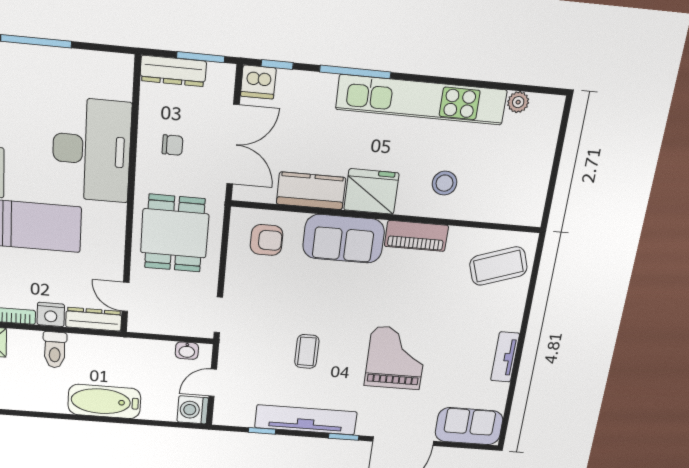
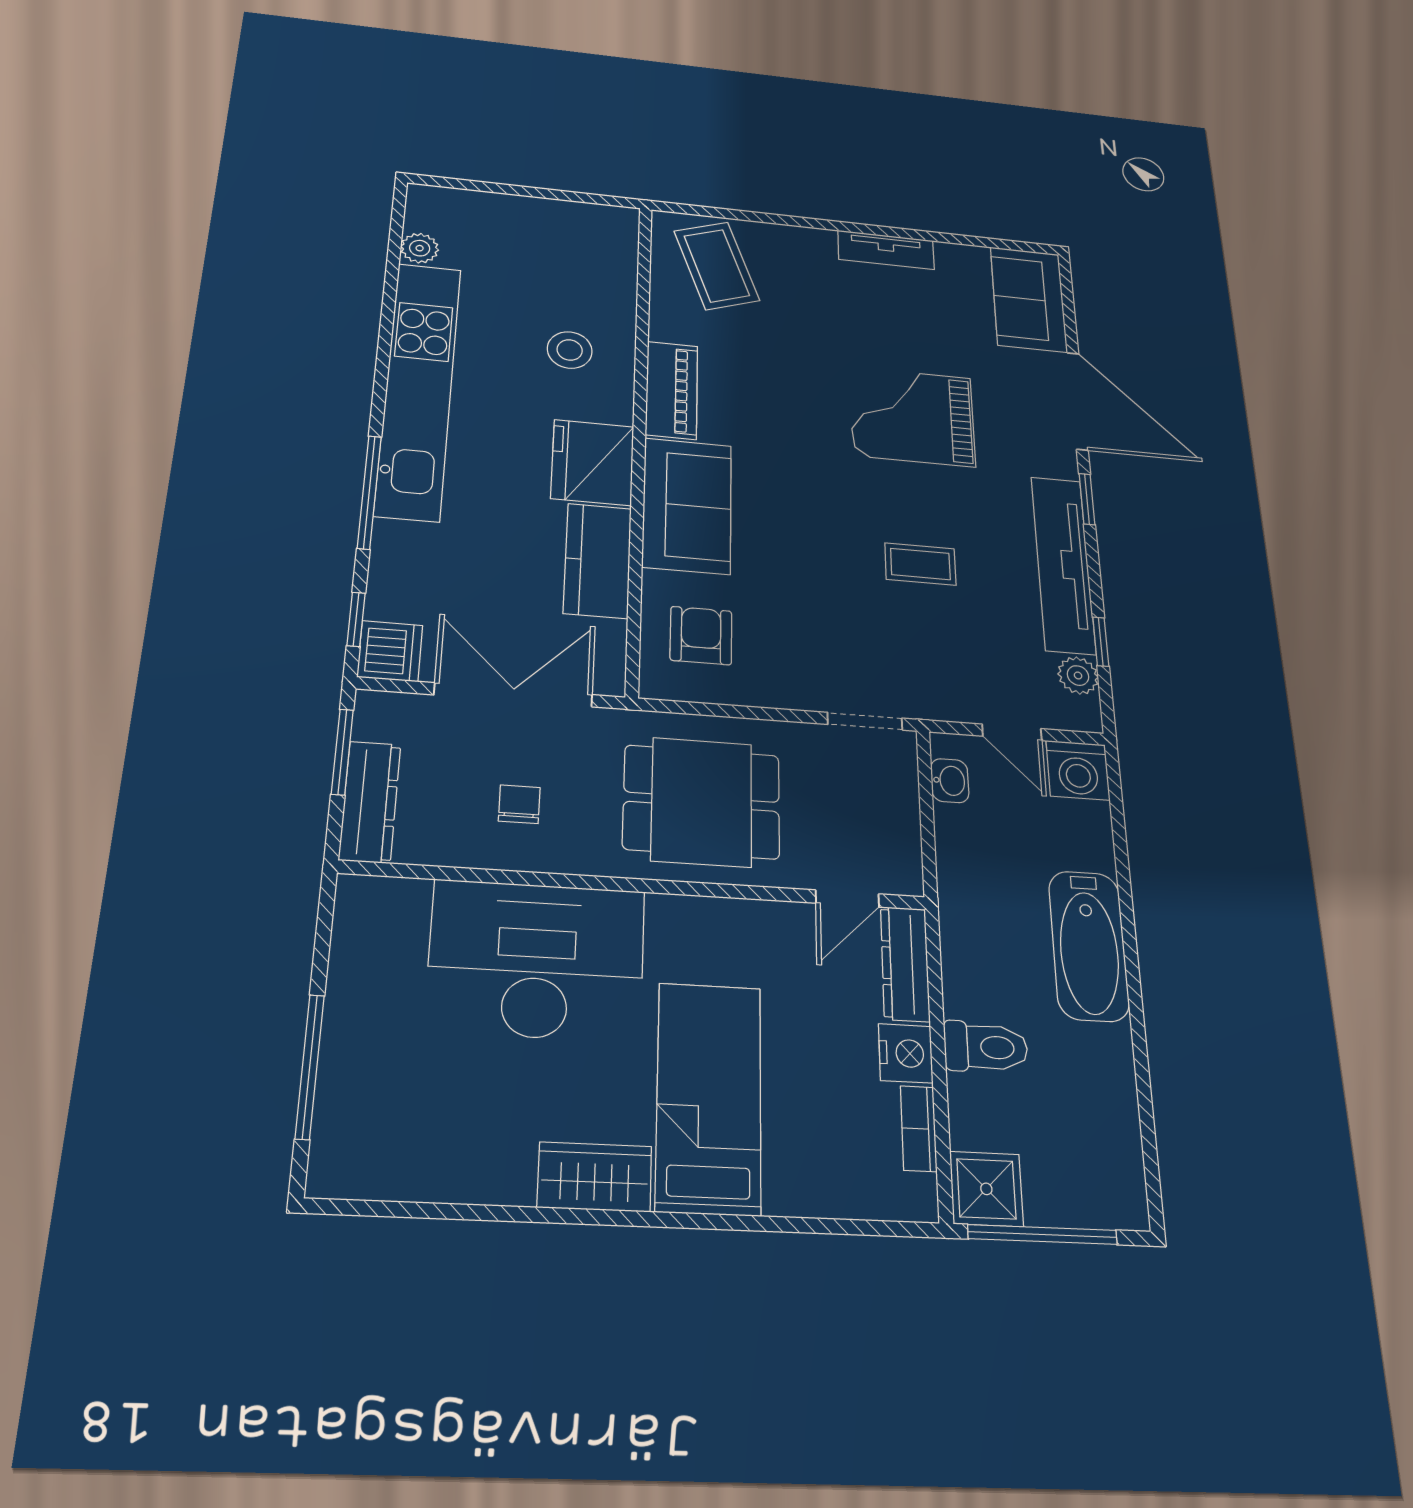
plant: (243, 418) -> (1078, 676), added

